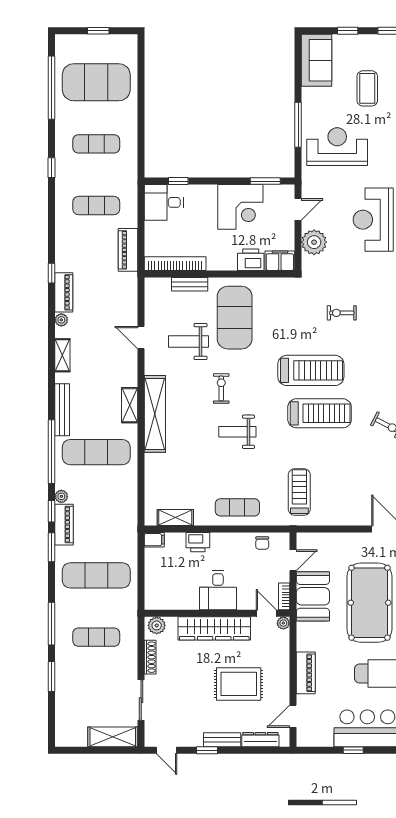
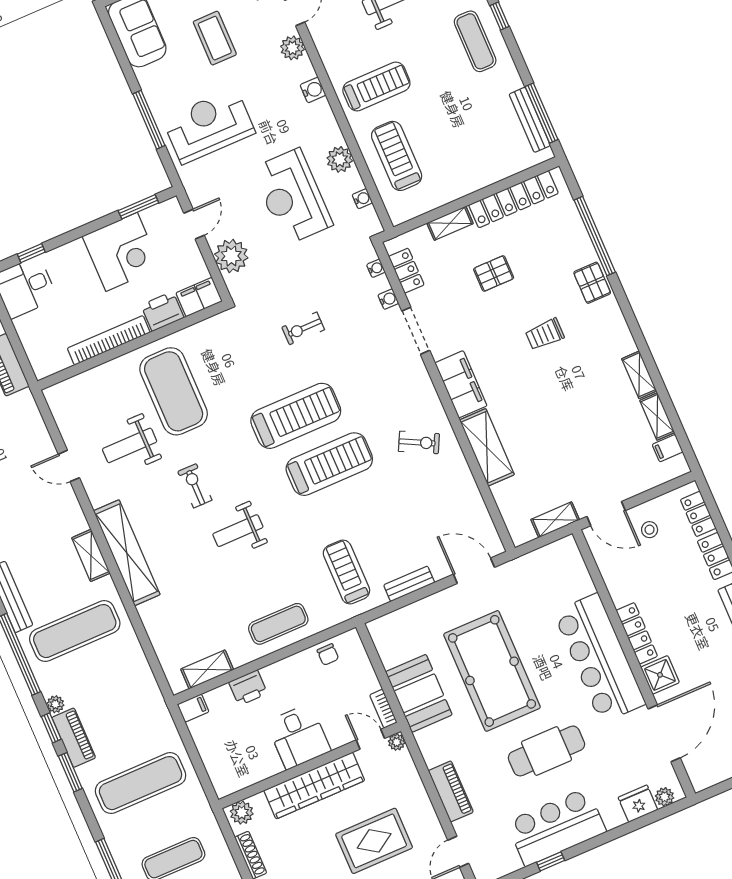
bookcase: (175, 264) -> (109, 340), moved
bench: (190, 284) -> (409, 584), moved
door: (293, 560) -> (375, 659), removed

